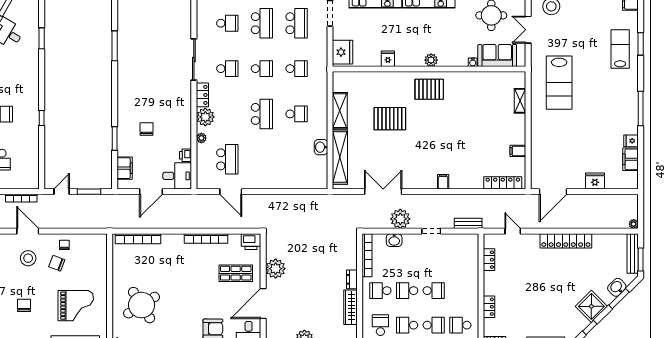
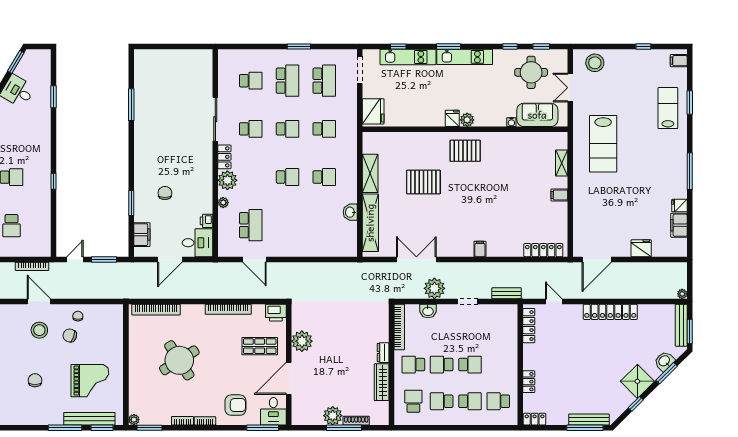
fridge: (388, 59) -> (452, 118), moved
school desk: (262, 114) -> (288, 177), width x0.54
filing cabinet: (518, 151) -> (559, 195), moved
locker: (489, 260) -> (529, 326), width x1.53
round table: (142, 305) -> (179, 360), moved

